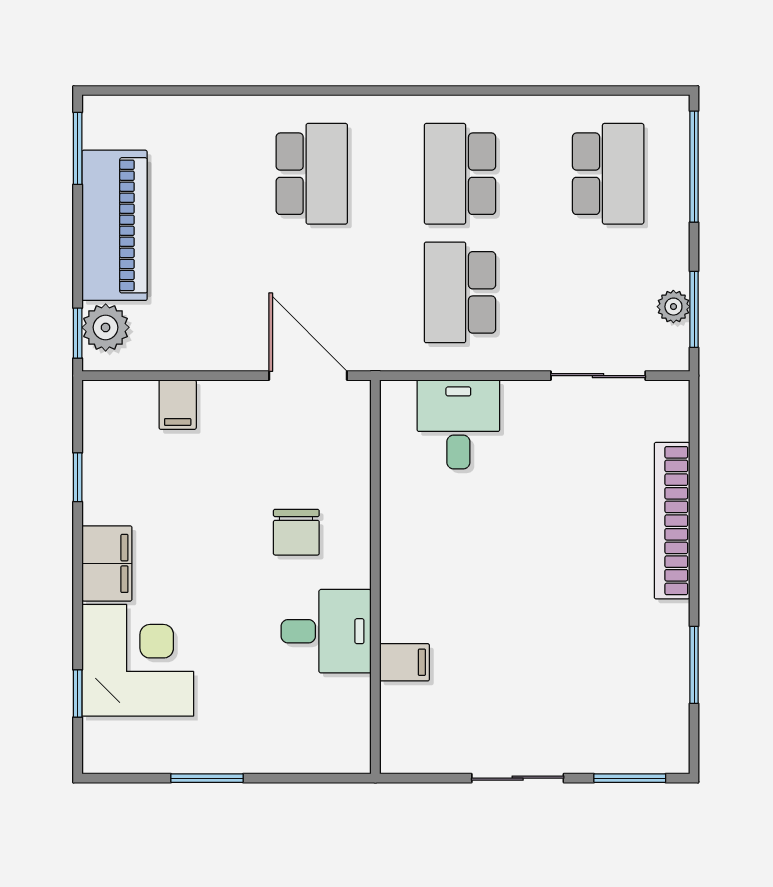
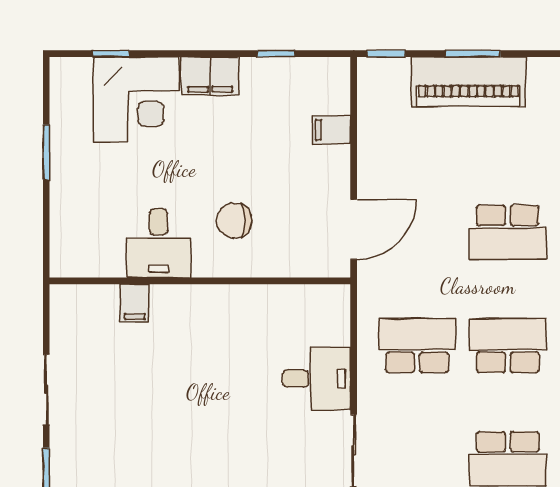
window: (78, 148) -> (473, 54), moved
plant: (106, 327) -> (390, 75), removed
desk: (458, 424) -> (316, 378), moved

